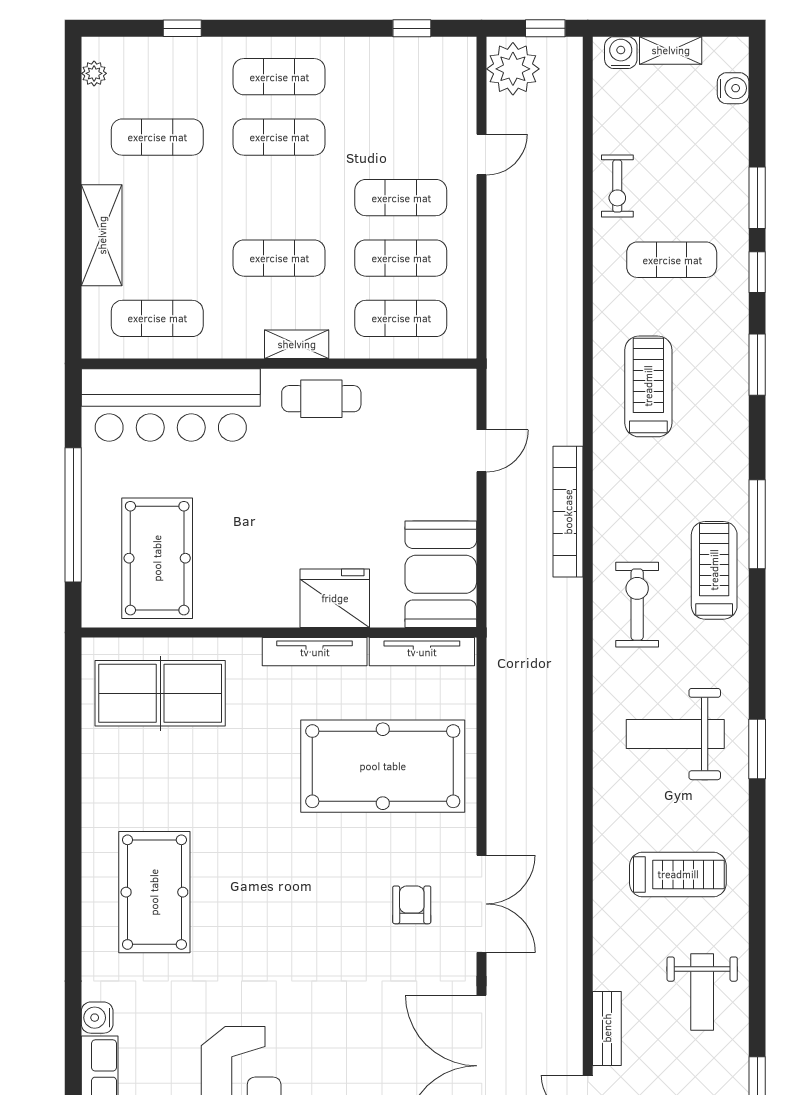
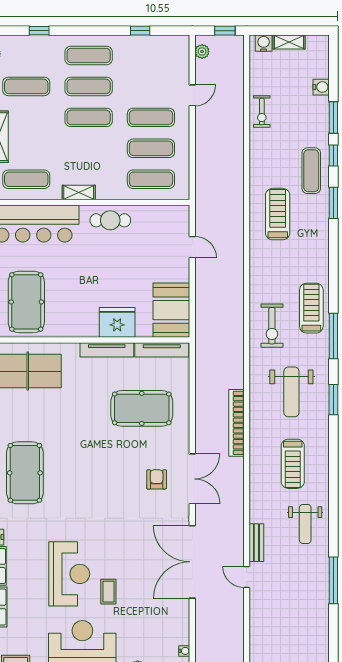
window: (412, 28) -> (140, 31), moved
plant: (513, 69) -> (202, 51), width x0.53, depth x0.53
water cooler: (733, 88) -> (321, 87), moved
exercise mat: (279, 258) -> (89, 117), moved
exercise mat: (672, 260) -> (311, 171), moved, turned 90
shelving: (297, 344) -> (79, 192), moved
door: (482, 451) -> (192, 247), hinge flipped
bookcase: (568, 512) -> (236, 423), moved
window: (757, 524) -> (333, 336), moved
exercise bike: (637, 605) -> (272, 326), turned 180
weight bench: (675, 734) -> (291, 392), turned -90
pool table: (383, 766) -> (142, 408), width x0.73, depth x0.76
treadmill: (678, 874) -> (293, 464), turned 90

